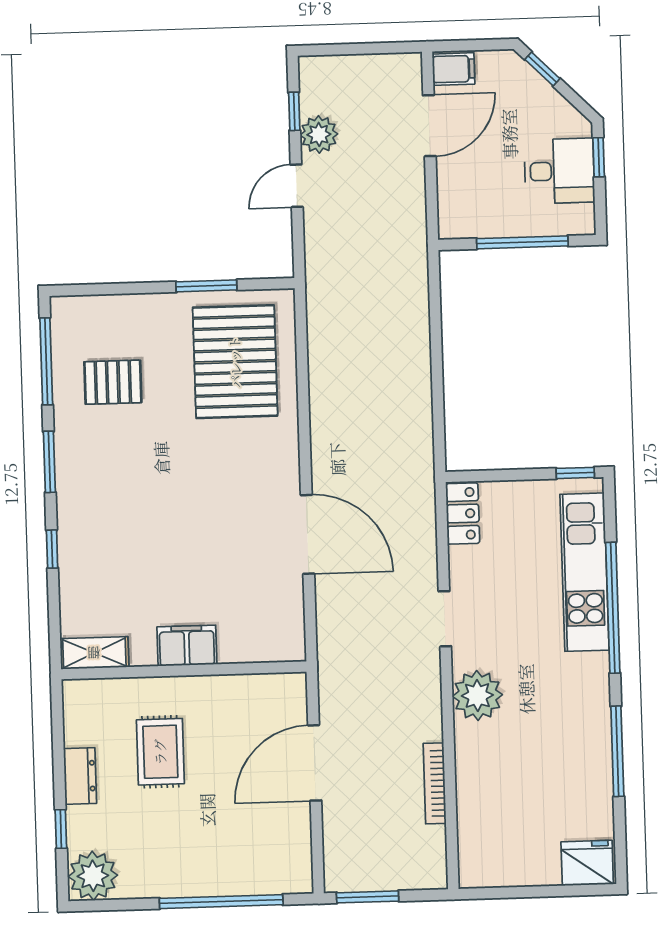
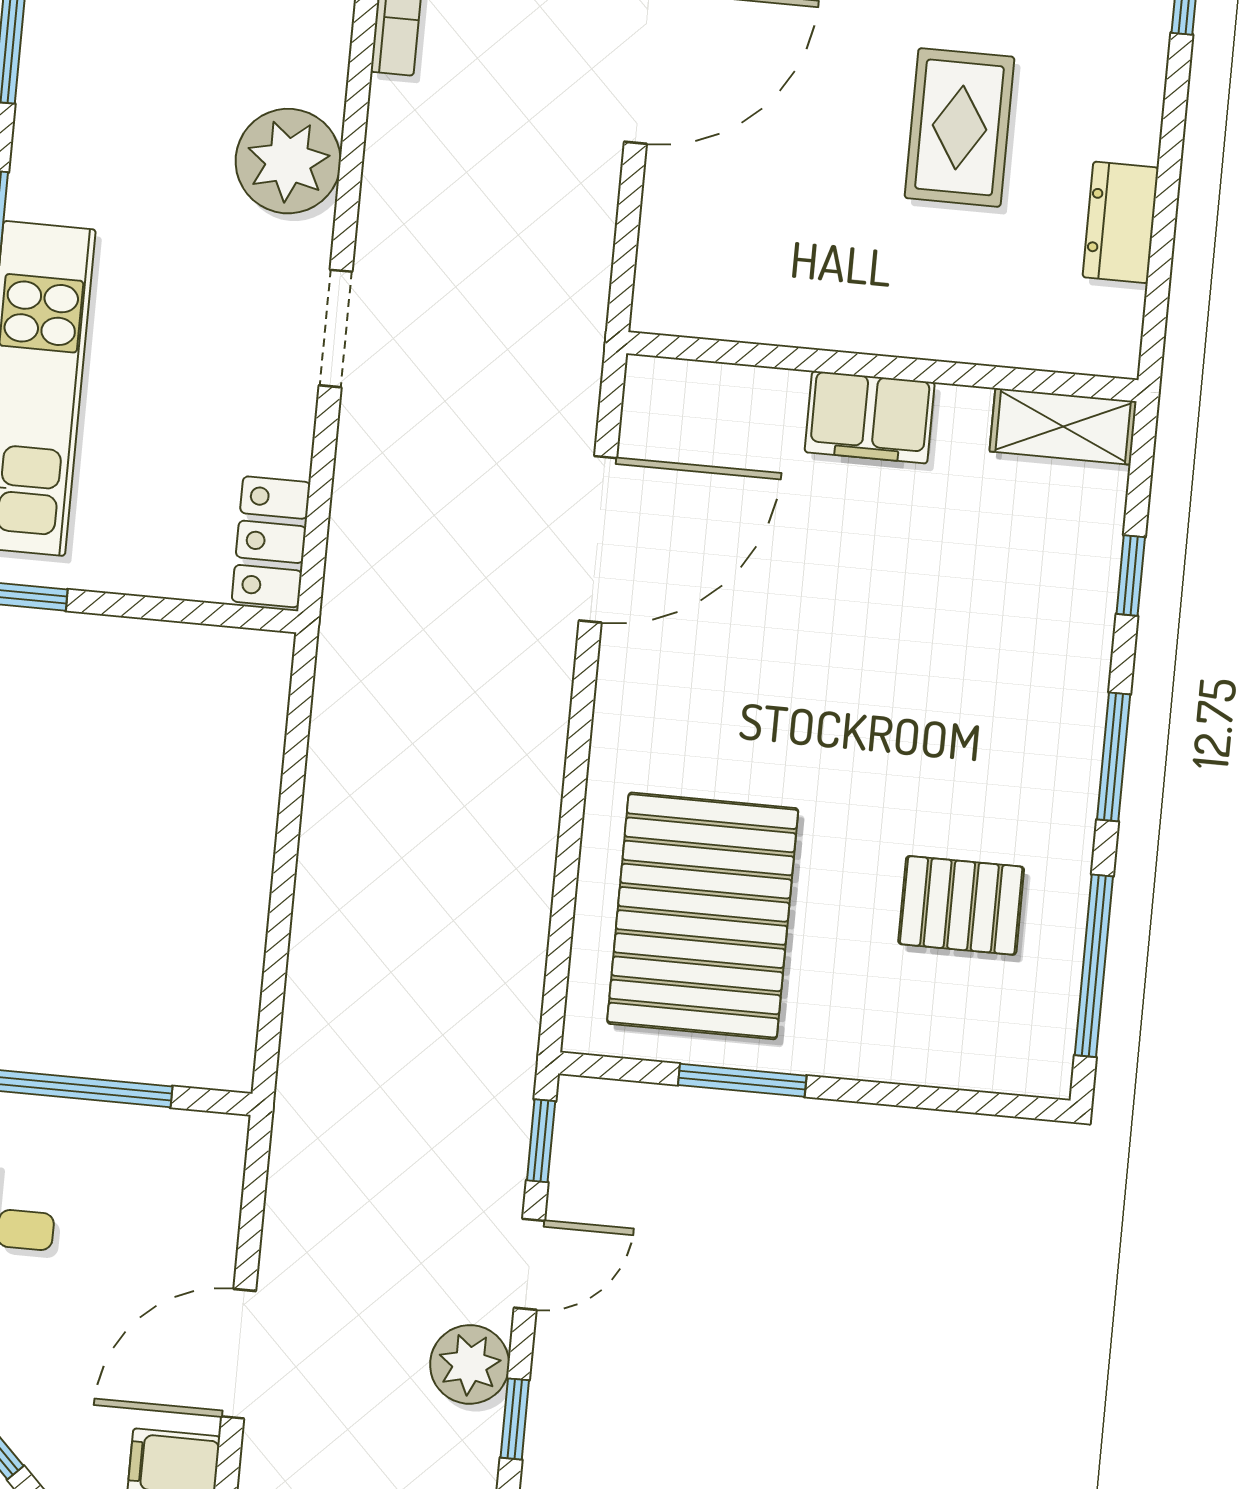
window: (298, 245) -> (541, 1141), added
door: (307, 534) -> (598, 539), swing flipped
filing cabinet: (187, 646) -> (870, 417), moved
shelving: (94, 653) -> (1063, 426), moved
wall: (184, 670) -> (882, 367), moved
dresser: (80, 776) -> (1121, 222), moved

